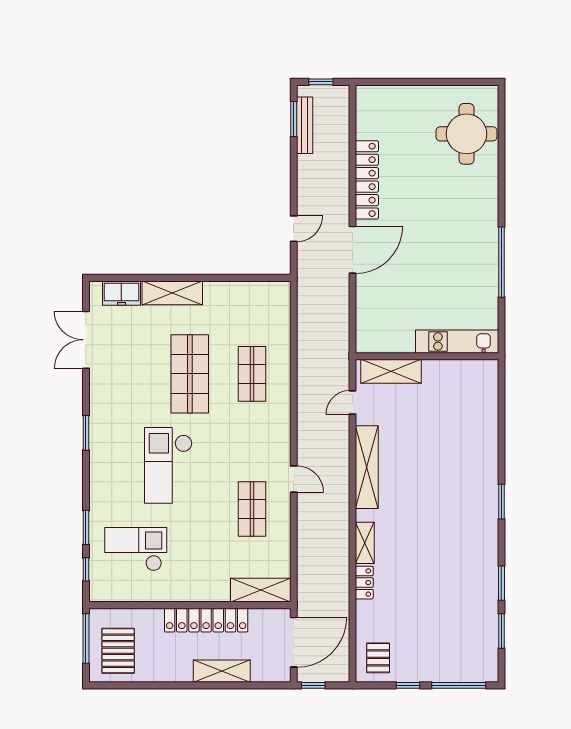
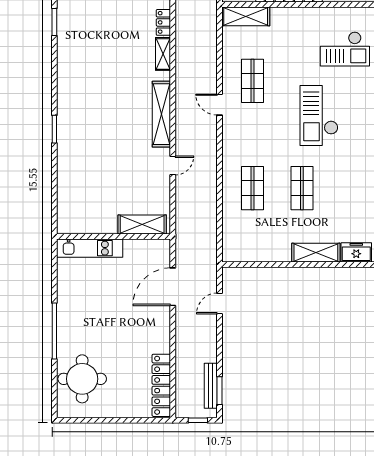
locker: (367, 180) -> (161, 385), moved
window: (501, 262) -> (54, 331), moved
kitchen unit: (457, 342) -> (90, 248), moved
wall: (427, 356) -> (114, 236), moved
shelving: (391, 371) -> (142, 225), moved
shop shelf: (190, 374) -> (302, 188), width x0.70, depth x0.74
checkout: (168, 465) -> (319, 116), turned 180
window: (501, 502) -> (54, 129), moved

